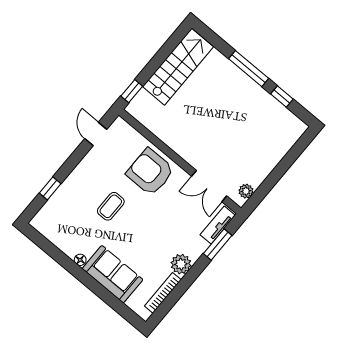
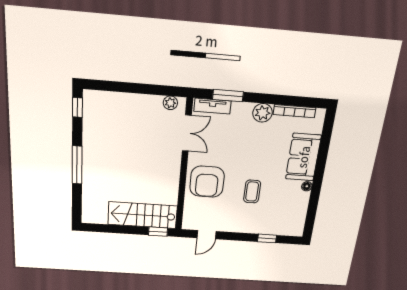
stairs: (178, 67) -> (143, 215), moved
window: (282, 96) -> (77, 107), moved
coffee table: (111, 206) -> (252, 191), turned 90

